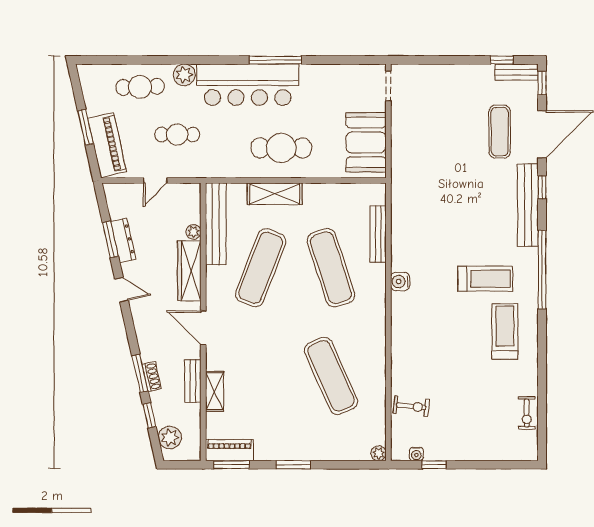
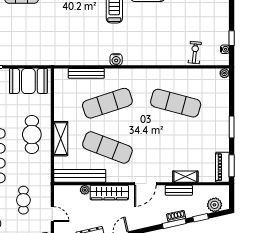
exercise mat: (331, 376) -> (176, 103), turned 39

